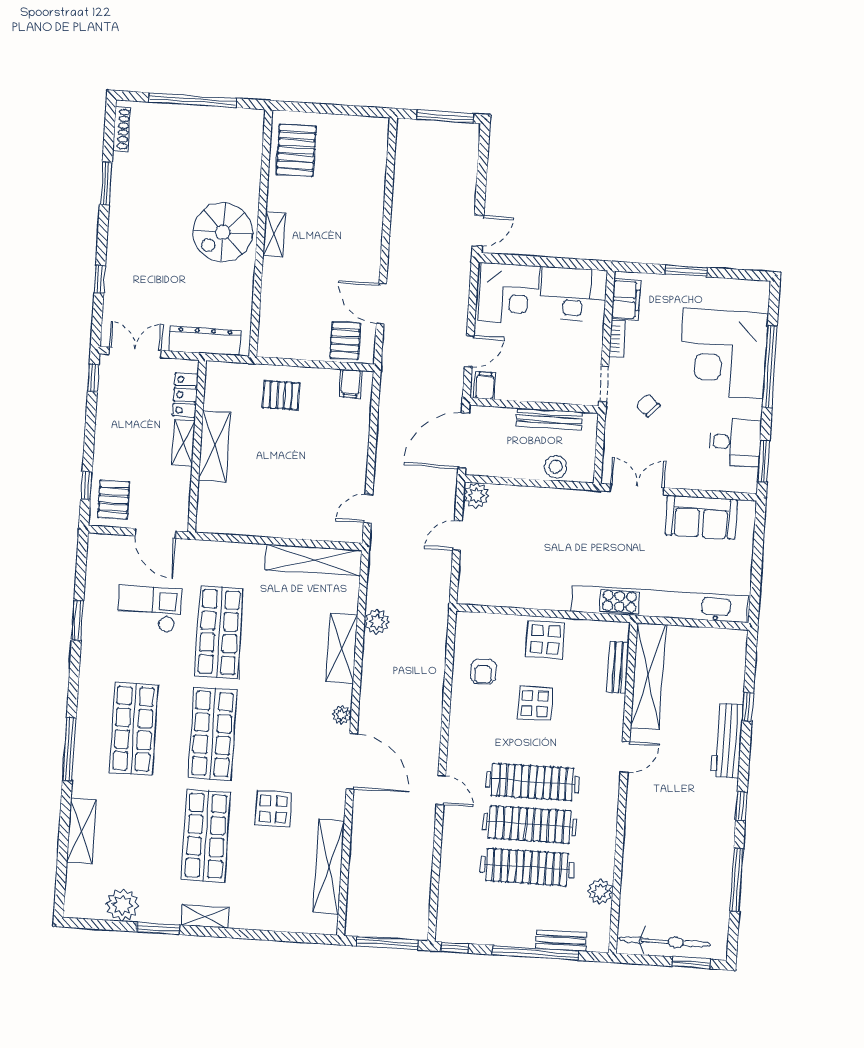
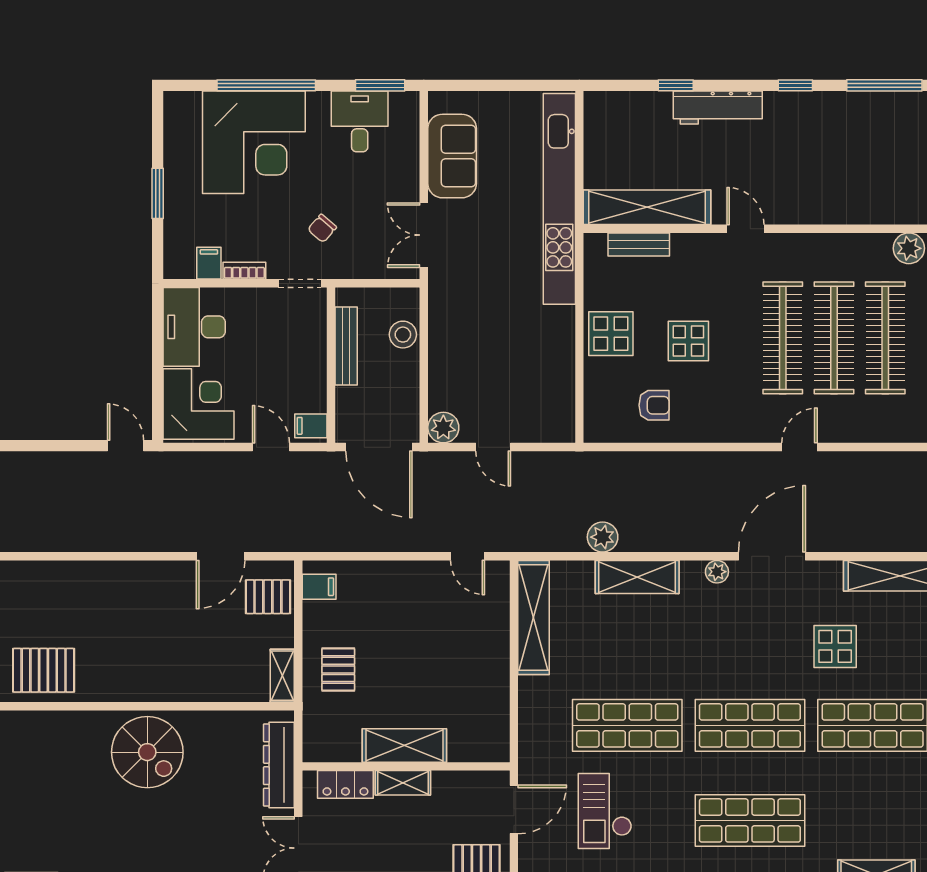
shelving: (274, 234) -> (282, 676), moved, turned 90
filing cabinet: (626, 300) -> (209, 263), width x0.50

